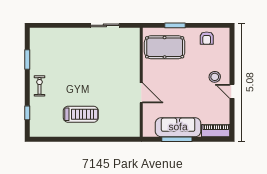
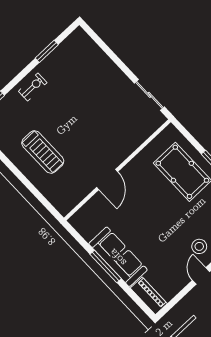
wall: (141, 82) -> (117, 170), moved
door: (141, 93) -> (107, 180), moved

